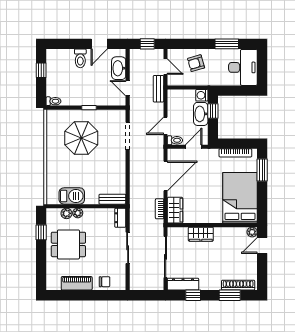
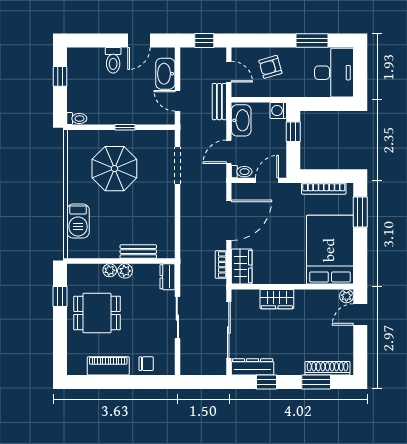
washbasin: (201, 114) -> (241, 120), moved, turned 180
barbecue: (72, 196) -> (78, 221), moved, turned 90
bench: (112, 199) -> (138, 252), moved
plant: (66, 213) -> (125, 271), moved

